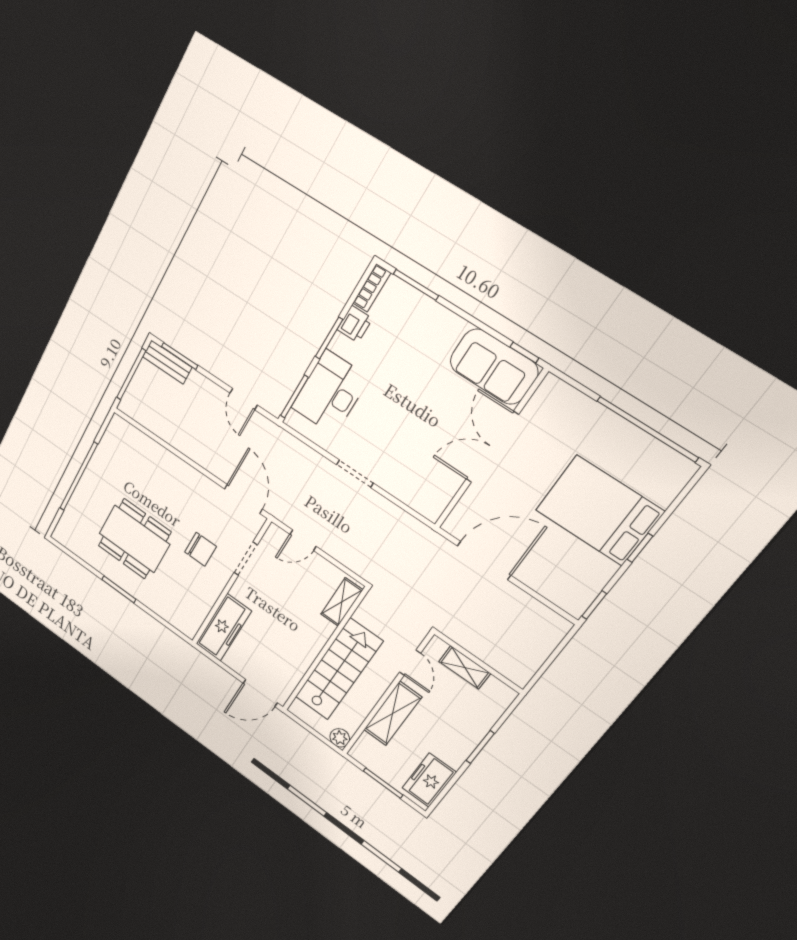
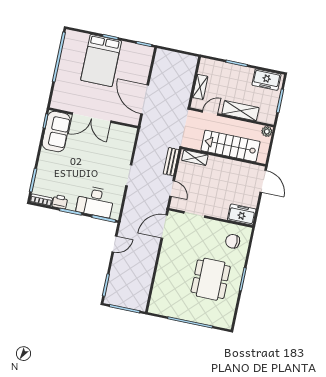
bench: (167, 362) -> (171, 162), moved
chair: (201, 549) -> (233, 241), moved, turned -90
freezer: (224, 627) -> (242, 215), width x0.71

